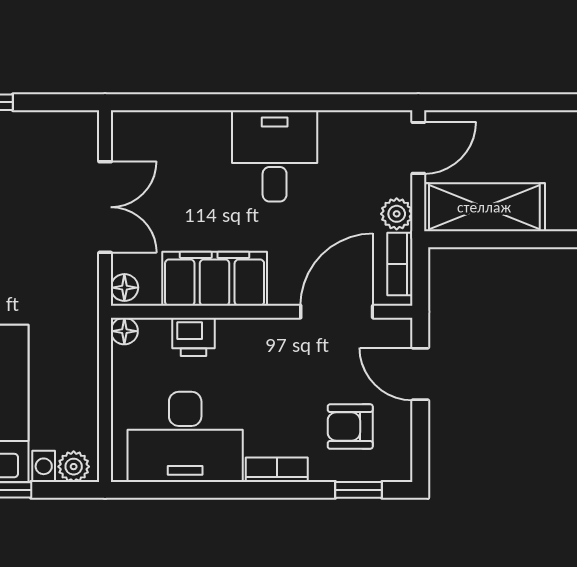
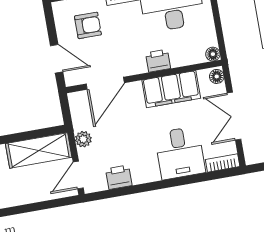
printer: (342, 130) -> (119, 177), added
desk: (275, 156) -> (180, 153), moved
bookcase: (400, 264) -> (223, 163), moved, turned -90
printer: (193, 337) -> (158, 61), moved

